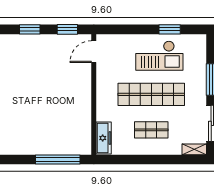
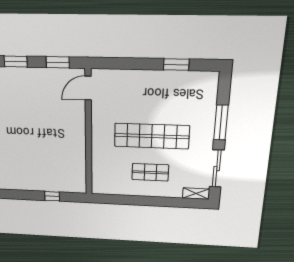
checkout: (159, 56) -> (163, 94), removed
freezer: (104, 138) -> (99, 178), removed
window: (58, 159) -> (52, 196), width x0.32

